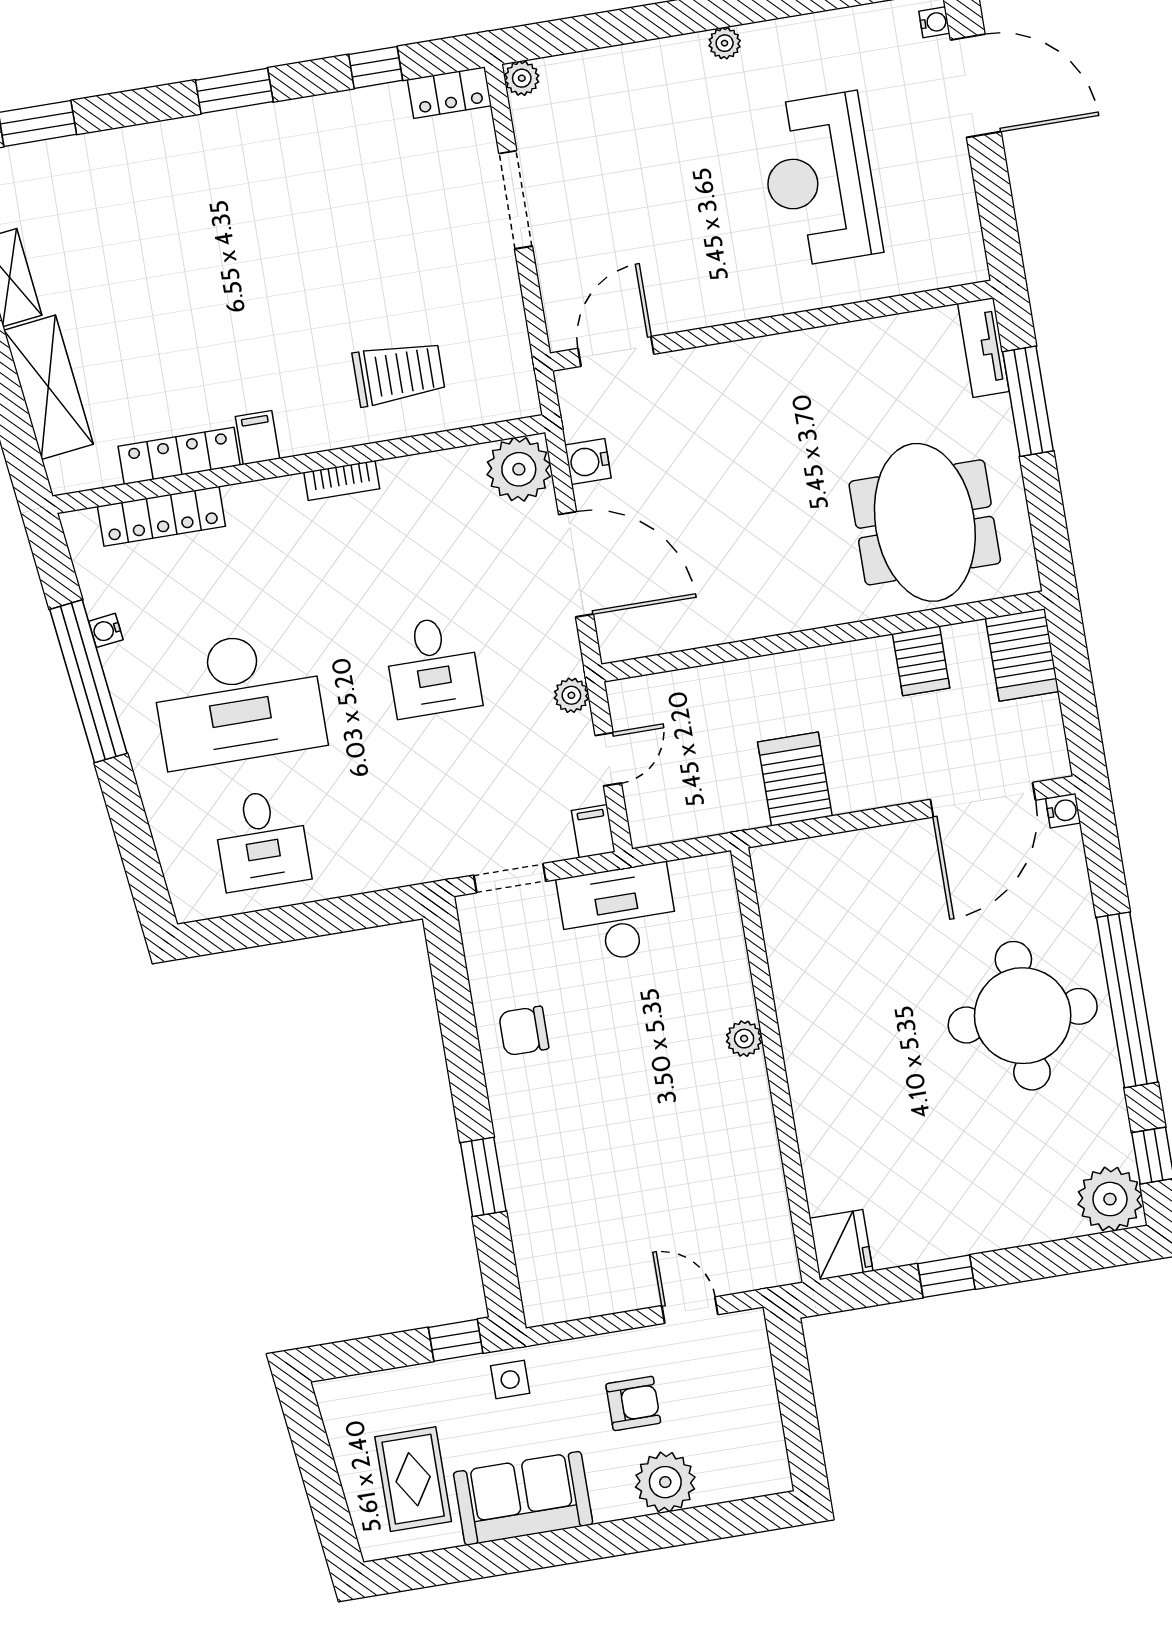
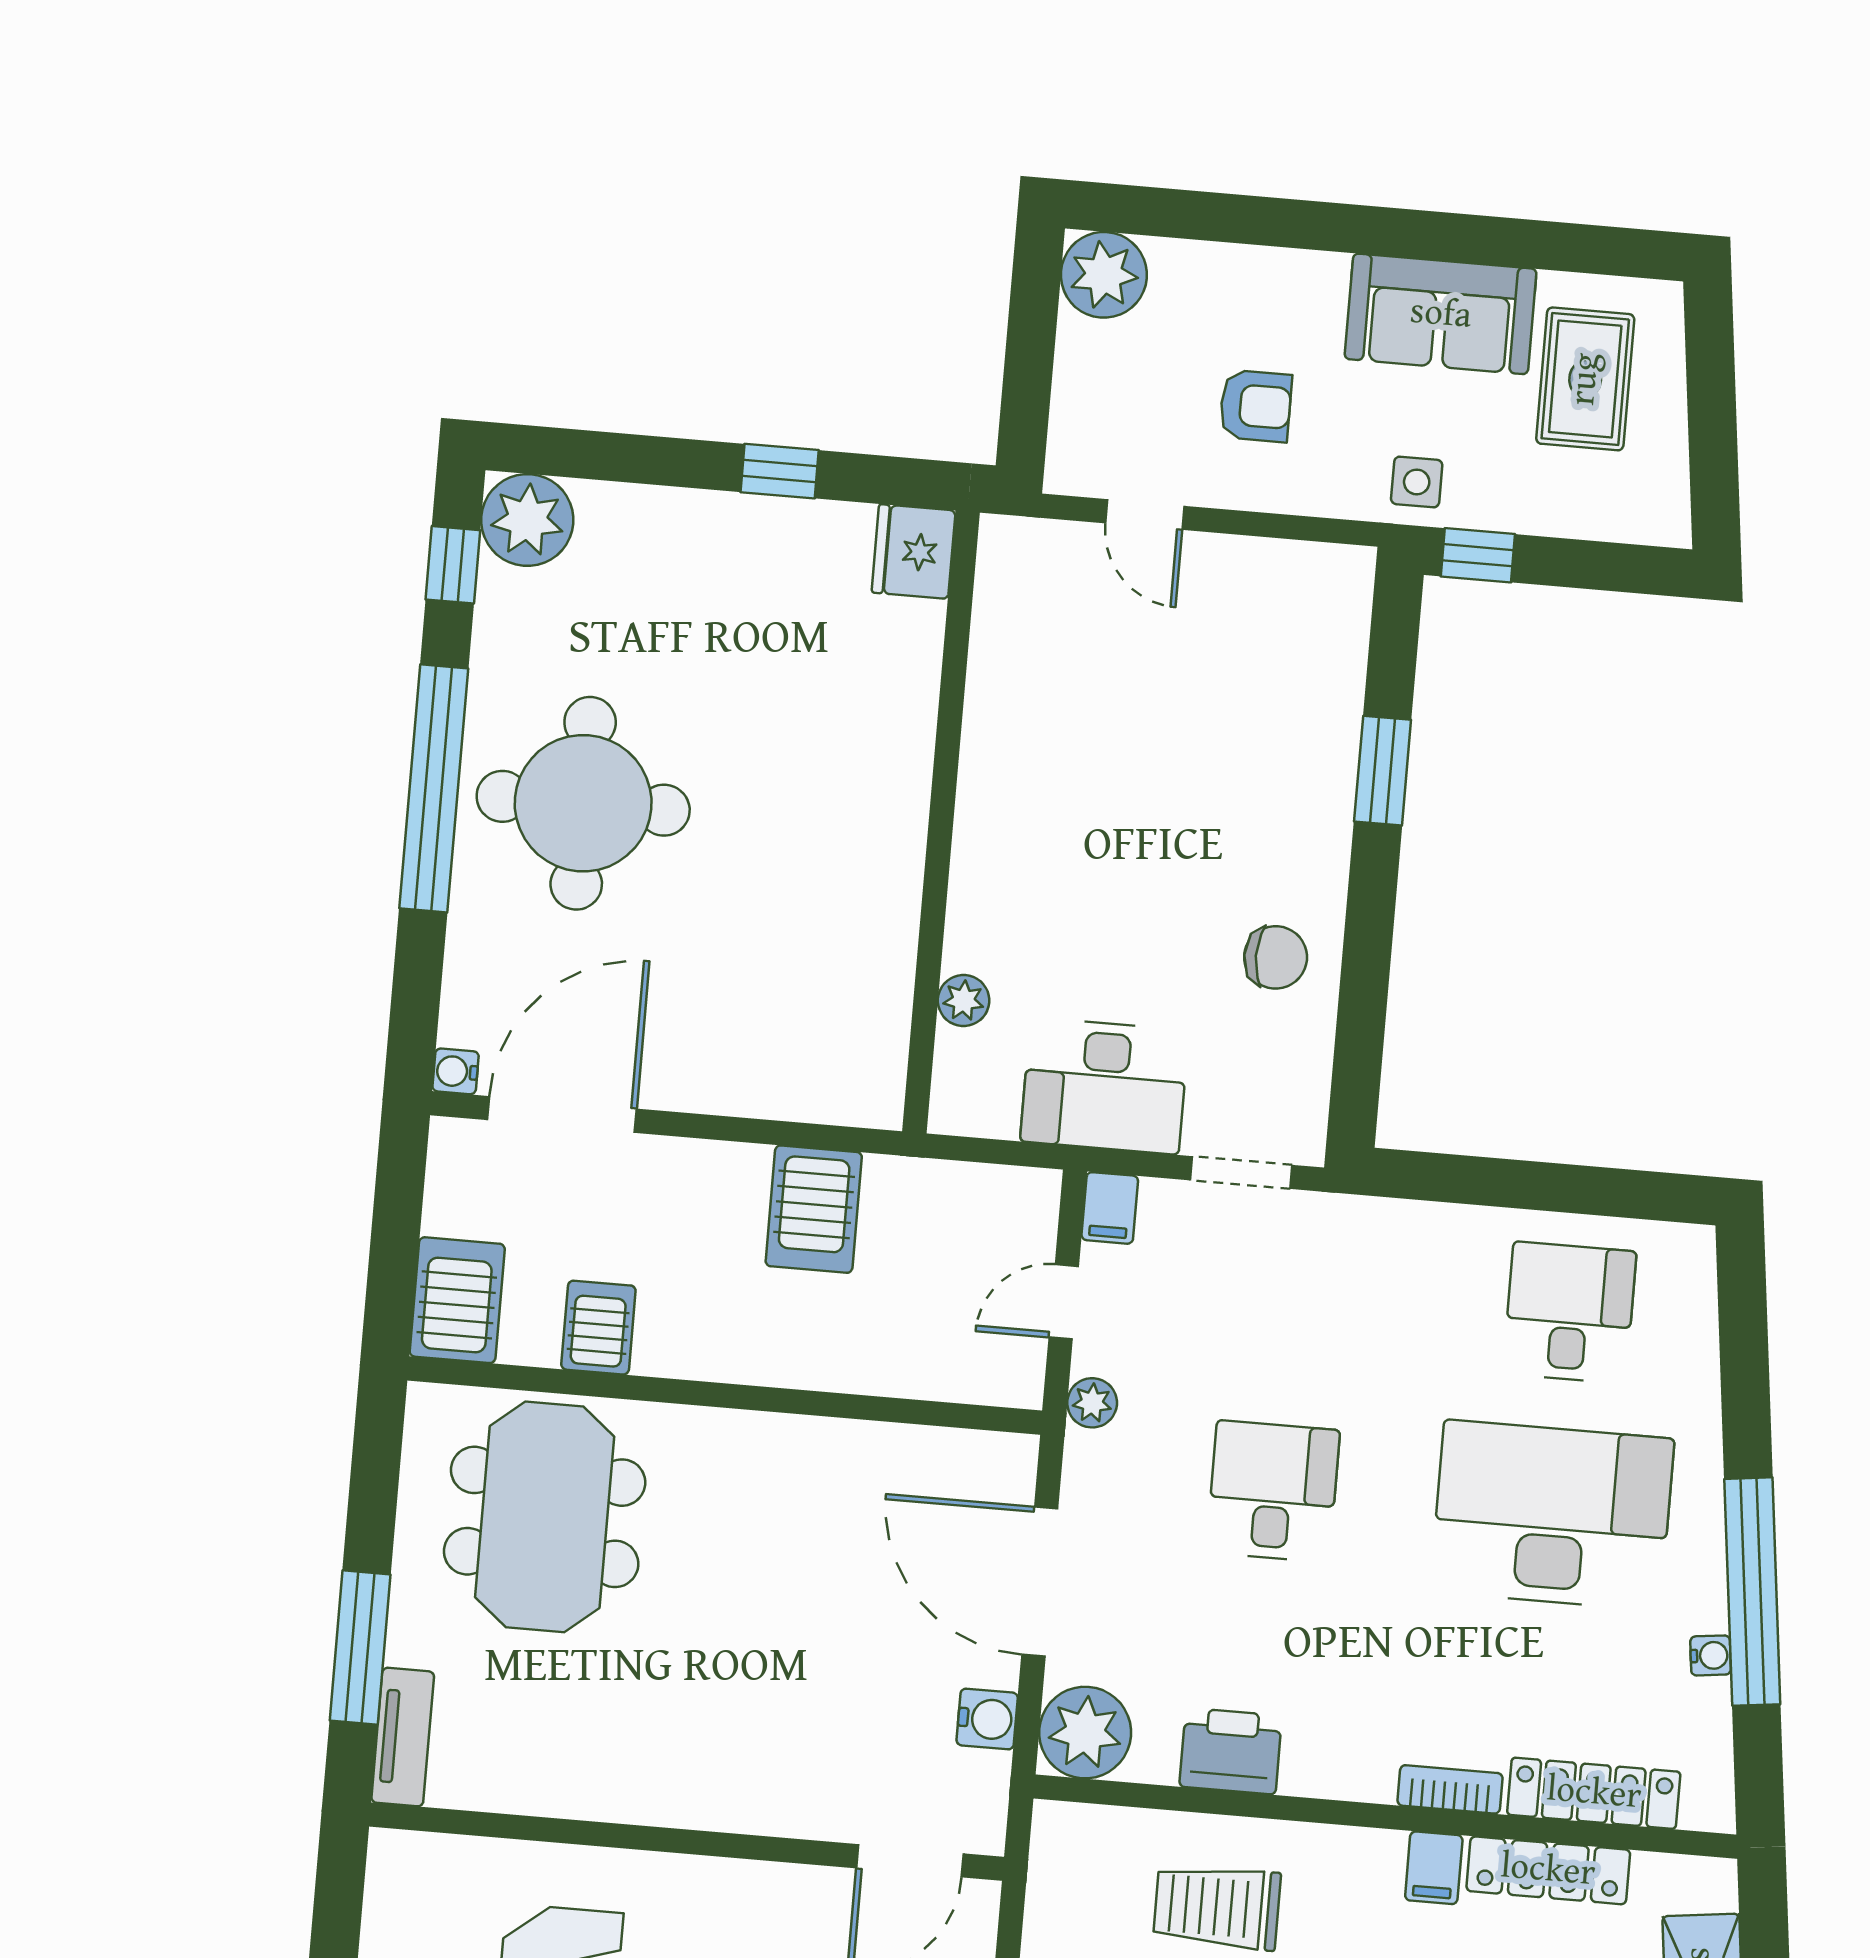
bookcase: (342, 480) -> (1450, 1789), moved
printer: (416, 482) -> (1231, 1751), added
plant: (744, 1039) -> (964, 1001), moved
armchair: (633, 1403) -> (1256, 406), turned 180
plant: (665, 1482) -> (1104, 275), moved

